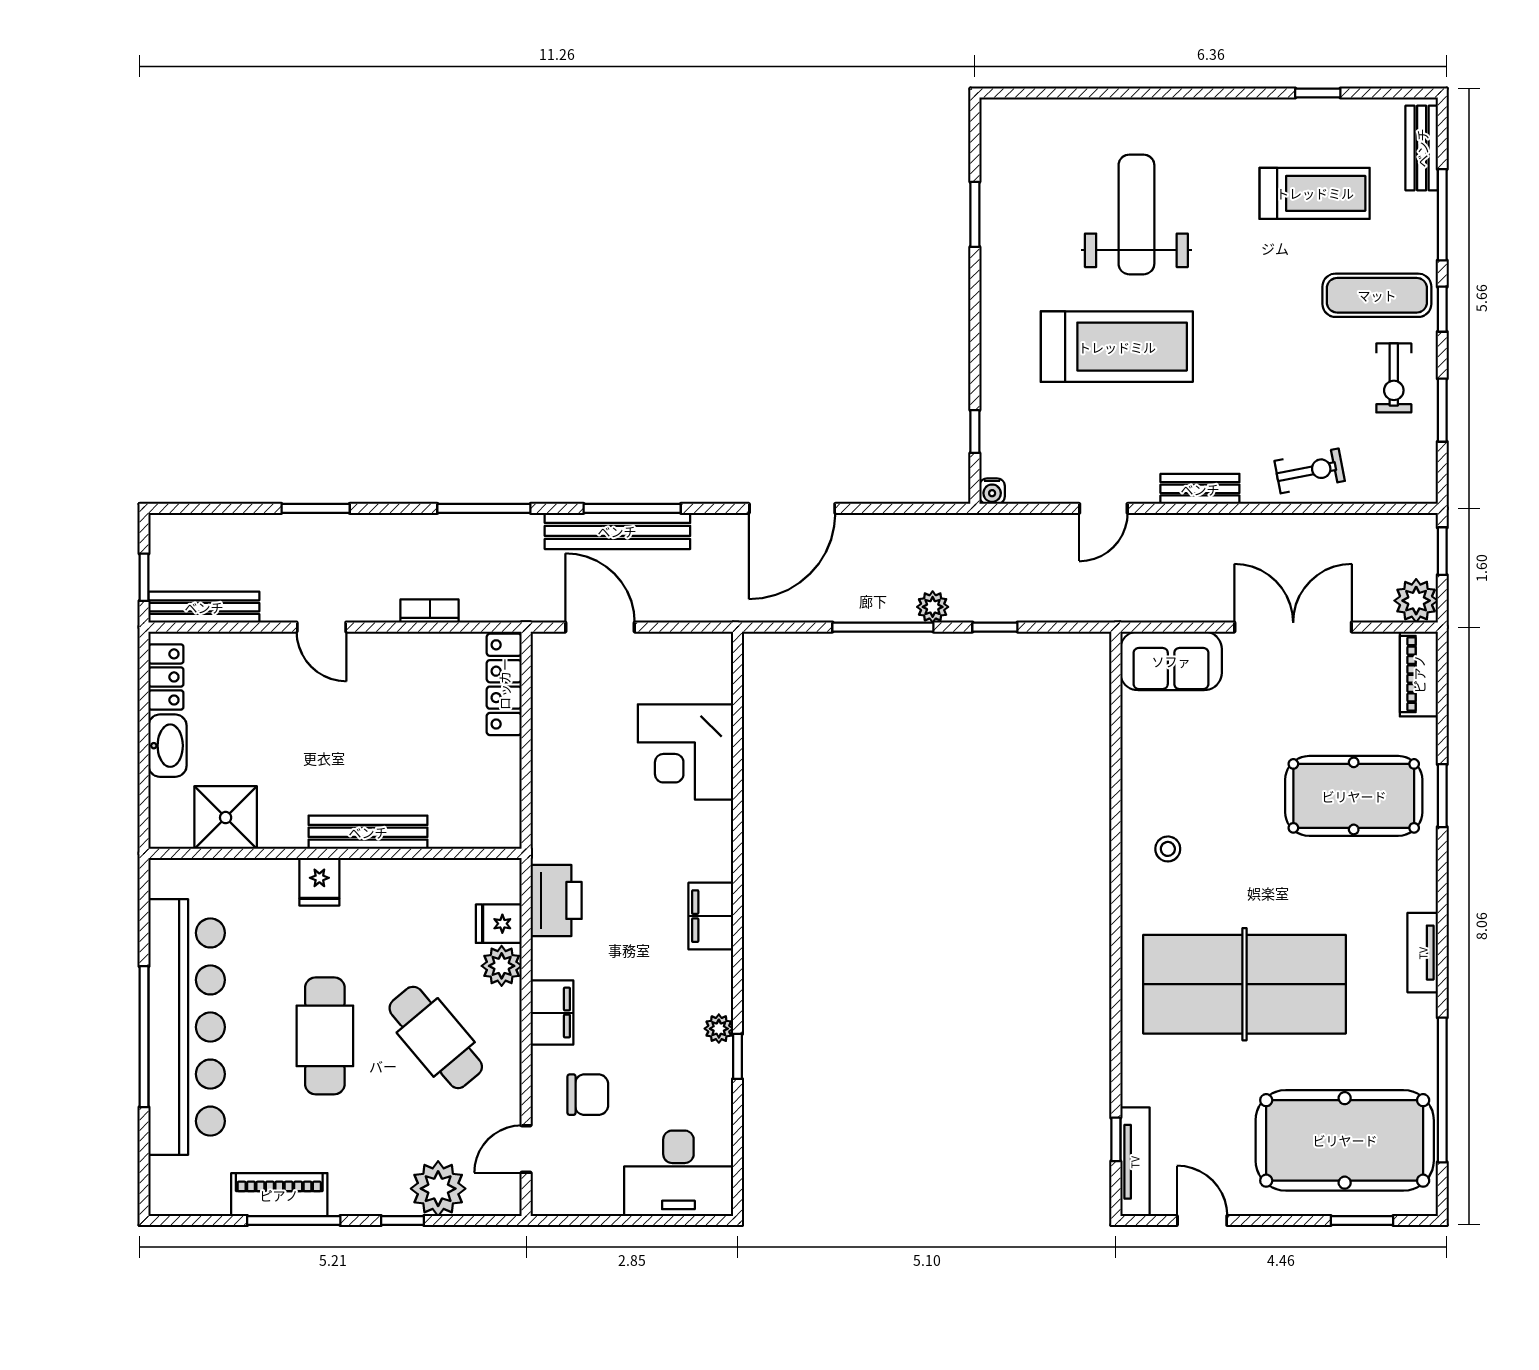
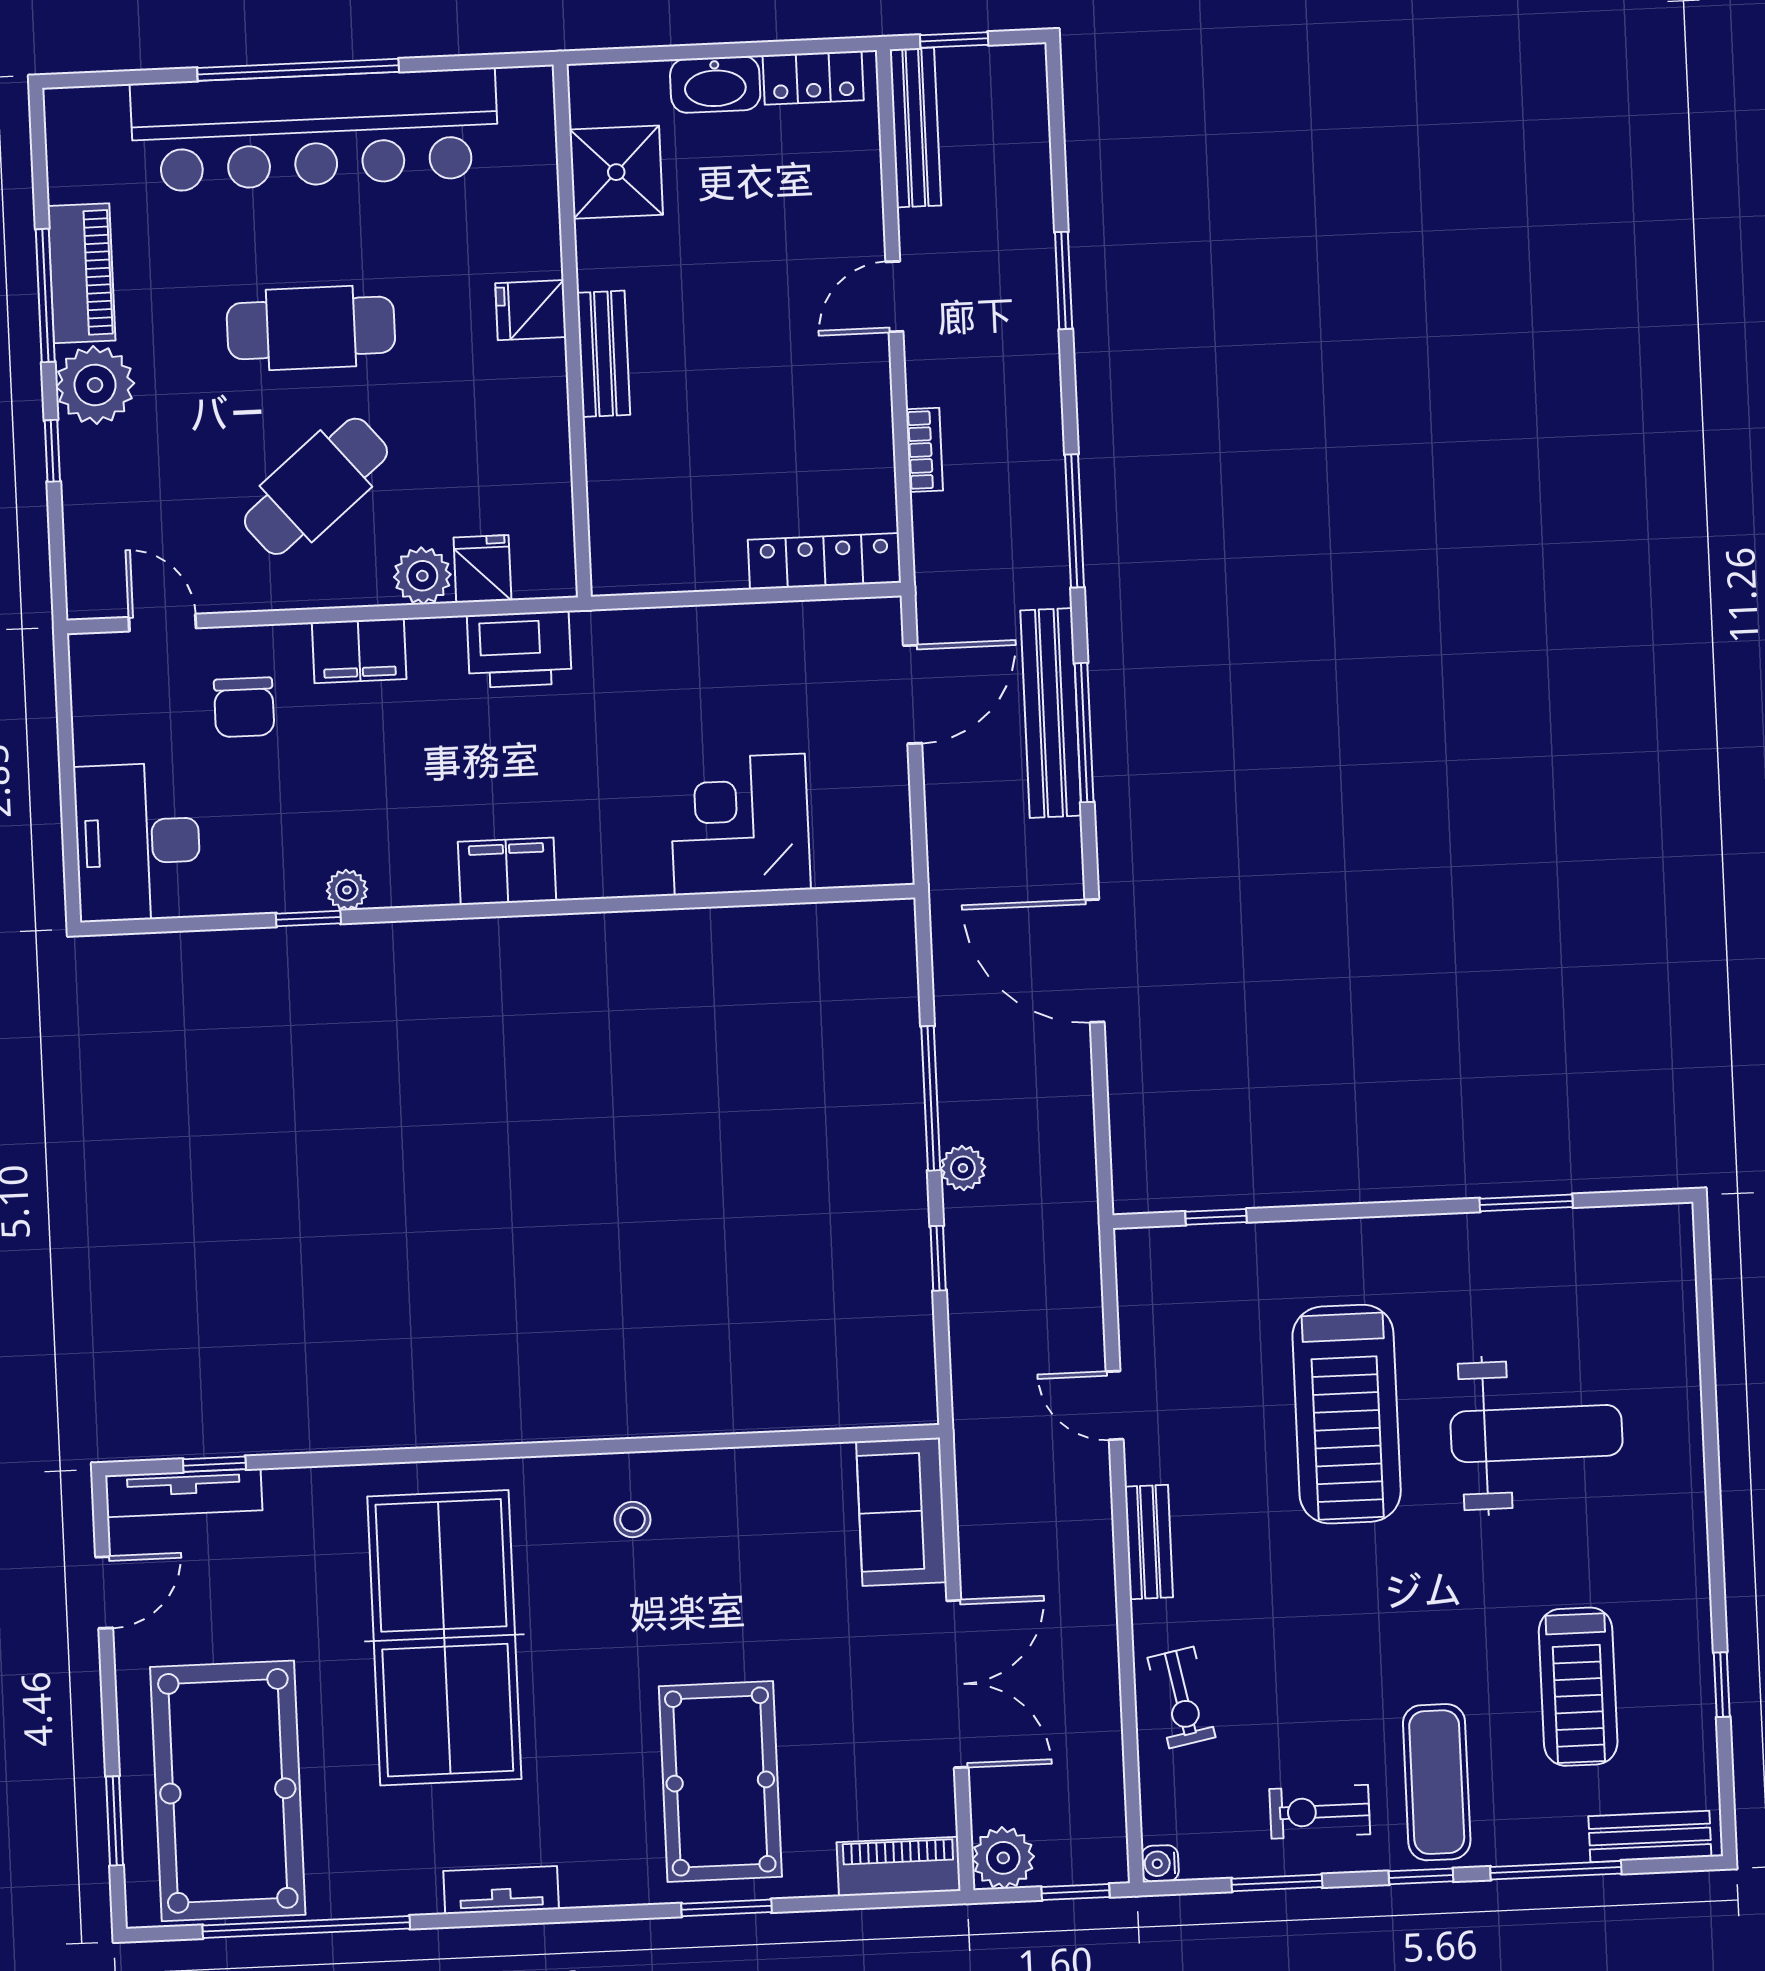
water cooler: (992, 491) -> (1160, 1864), moved
bench: (368, 832) -> (604, 354), width x0.73
plant: (438, 1189) -> (95, 385), moved

